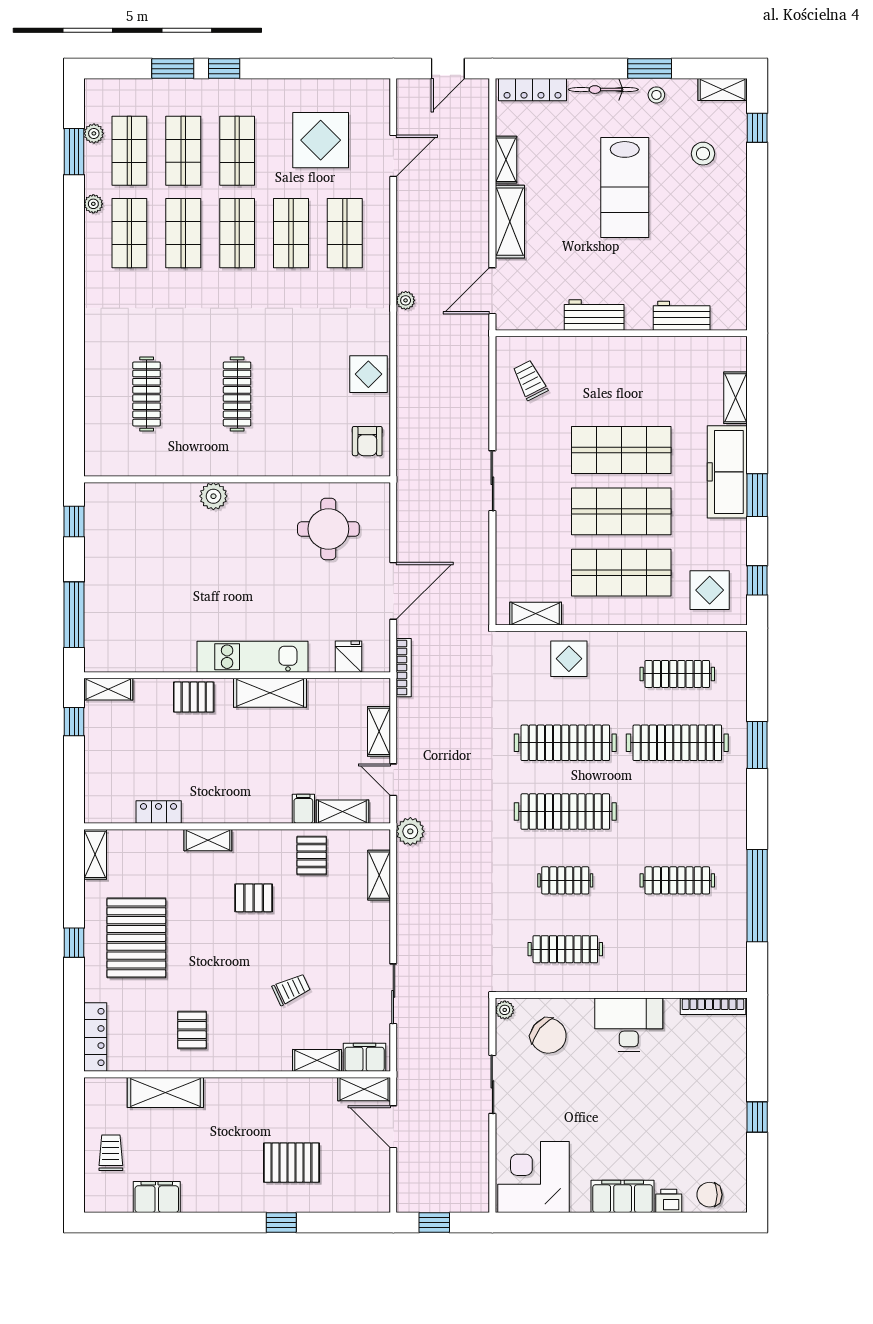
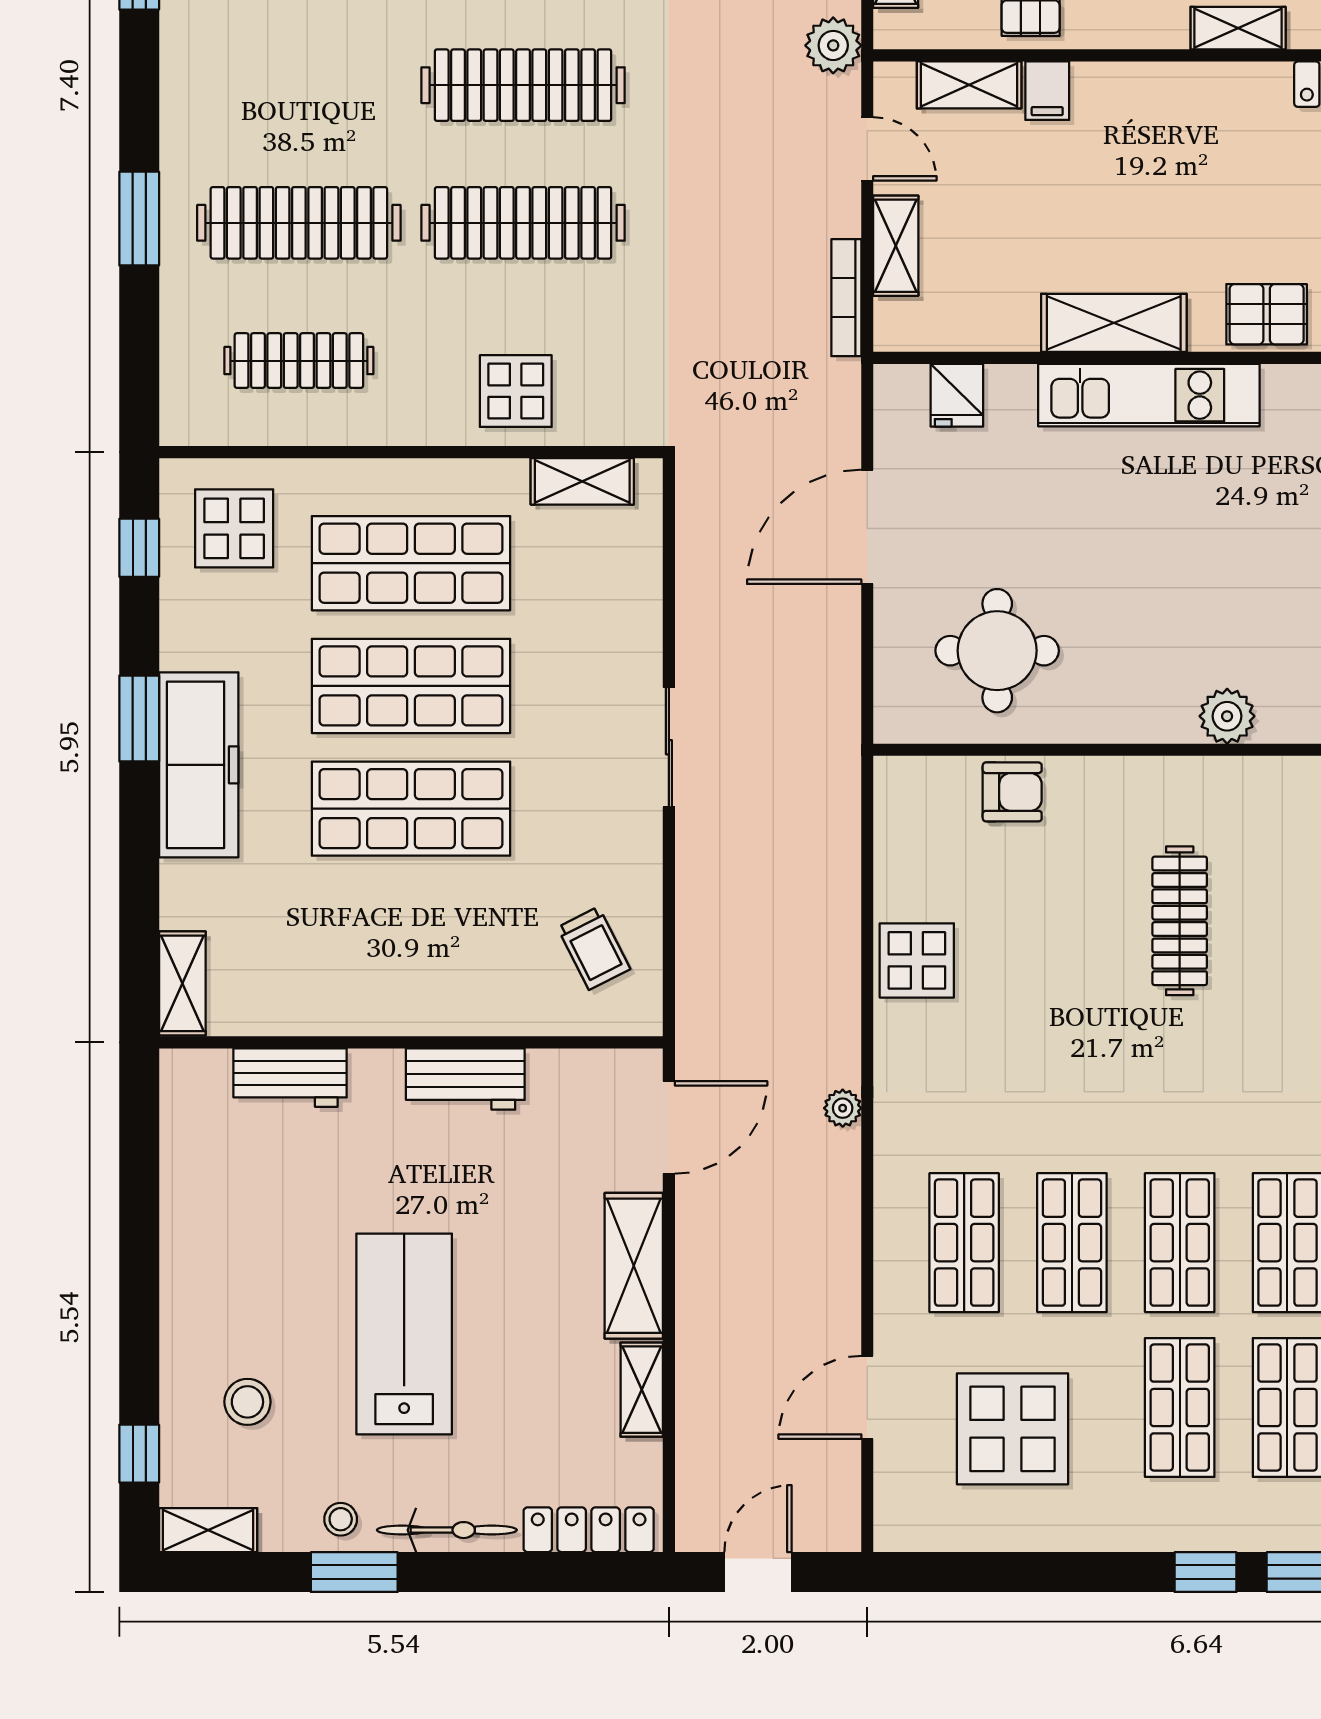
shelving: (736, 398) -> (182, 983), moved
armchair: (367, 441) -> (1012, 792), moved, turned 90
bookcase: (404, 668) -> (846, 298), moved

